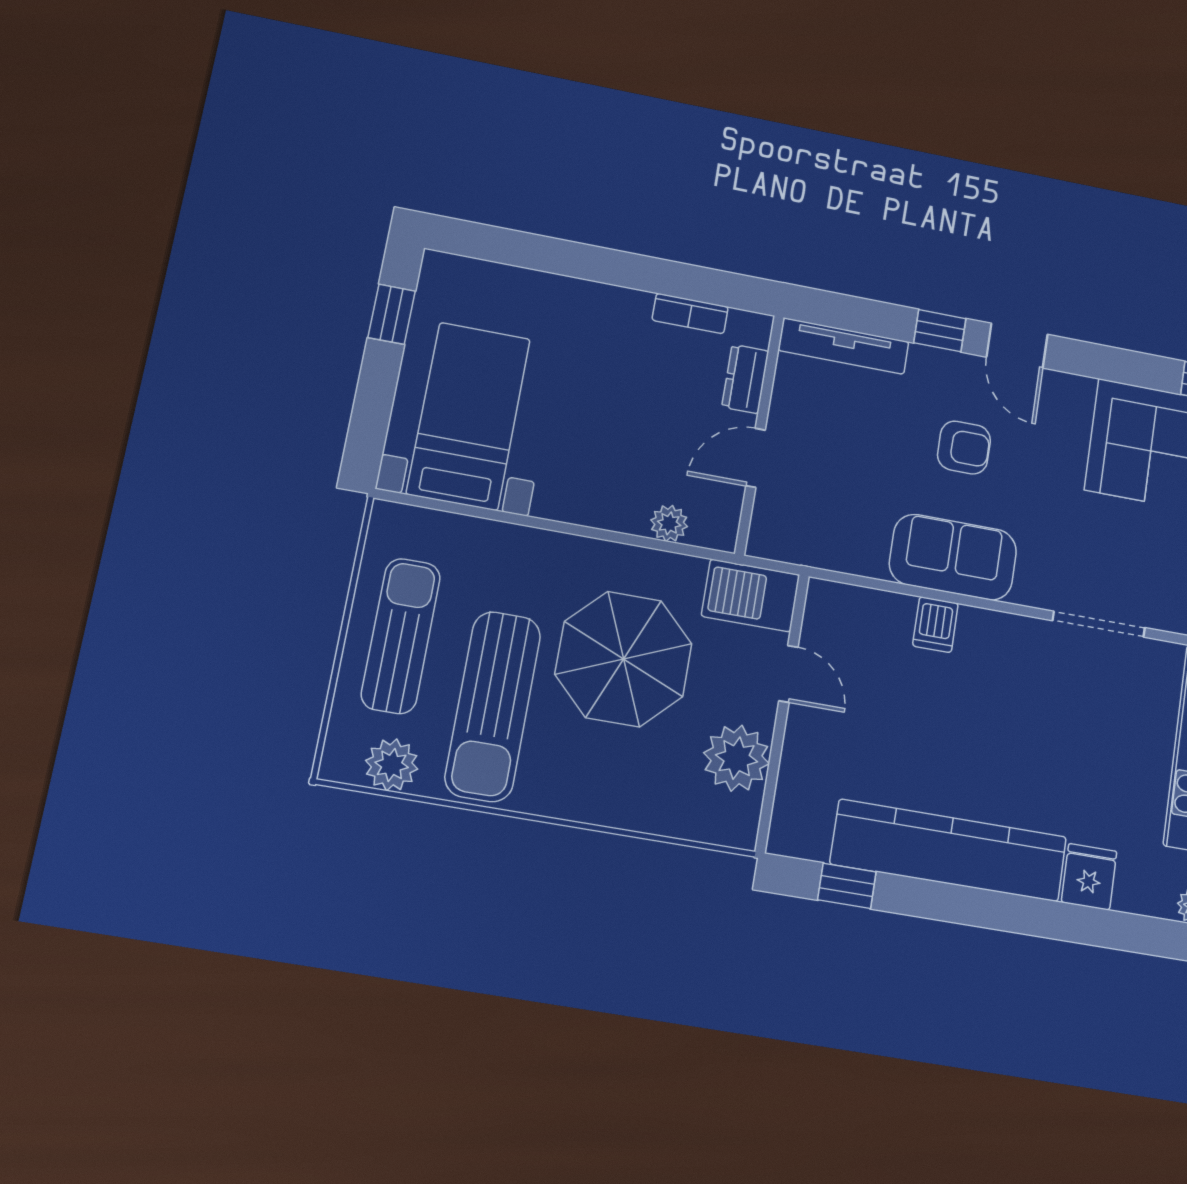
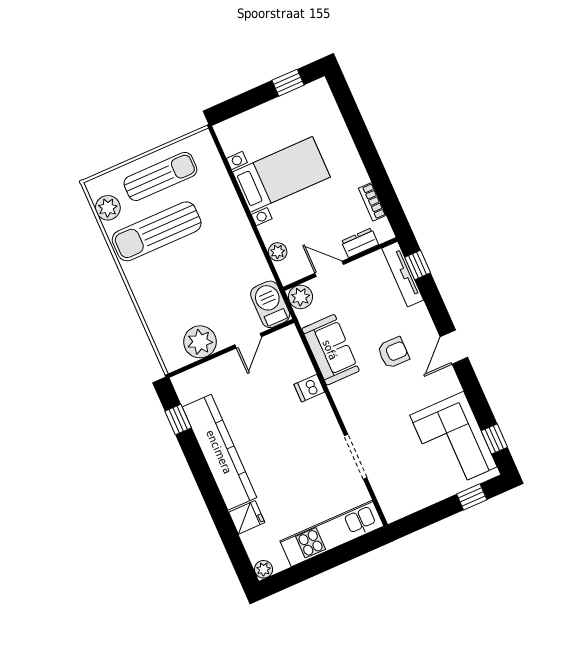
window: (940, 331) -> (418, 265), moved
bed with nightstands: (469, 416) -> (281, 174), moved
armchair: (964, 447) -> (393, 353), turned -90
plant: (772, 536) -> (301, 297), added
sofa: (953, 557) -> (330, 350), moved
parasol: (623, 659) -> (210, 270), removed

